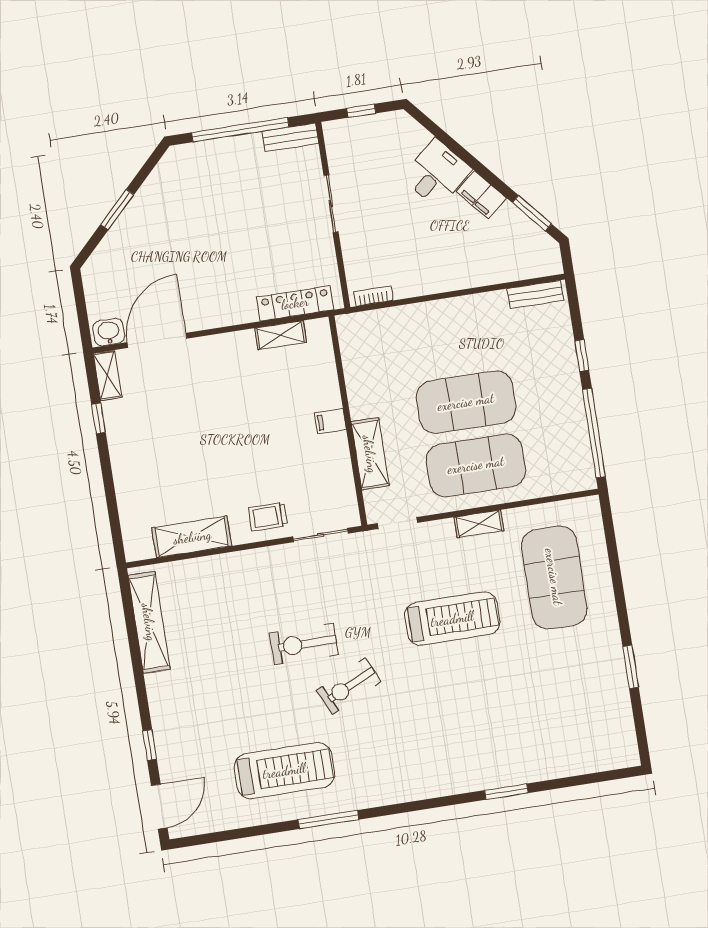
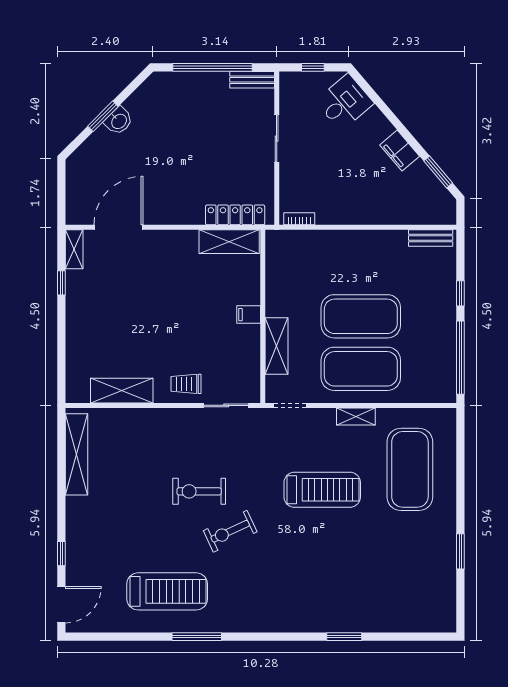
desk: (437, 173) -> (345, 102), moved
washbasin: (109, 332) -> (119, 121), moved, turned 135
shelving: (280, 335) -> (229, 242), width x1.50, depth x1.33

